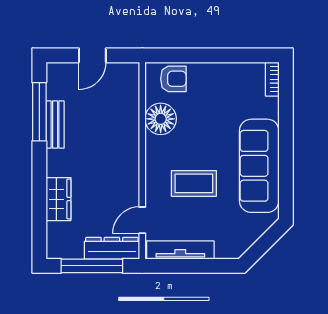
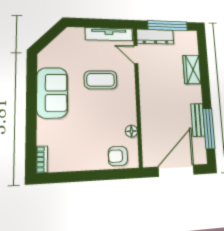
door: (92, 55) -> (176, 171), width x1.87
floor lamp: (161, 119) -> (131, 131), width x0.53, depth x0.53
sofa: (259, 166) -> (52, 93), width x0.73
door: (142, 220) -> (136, 55), swing flipped

